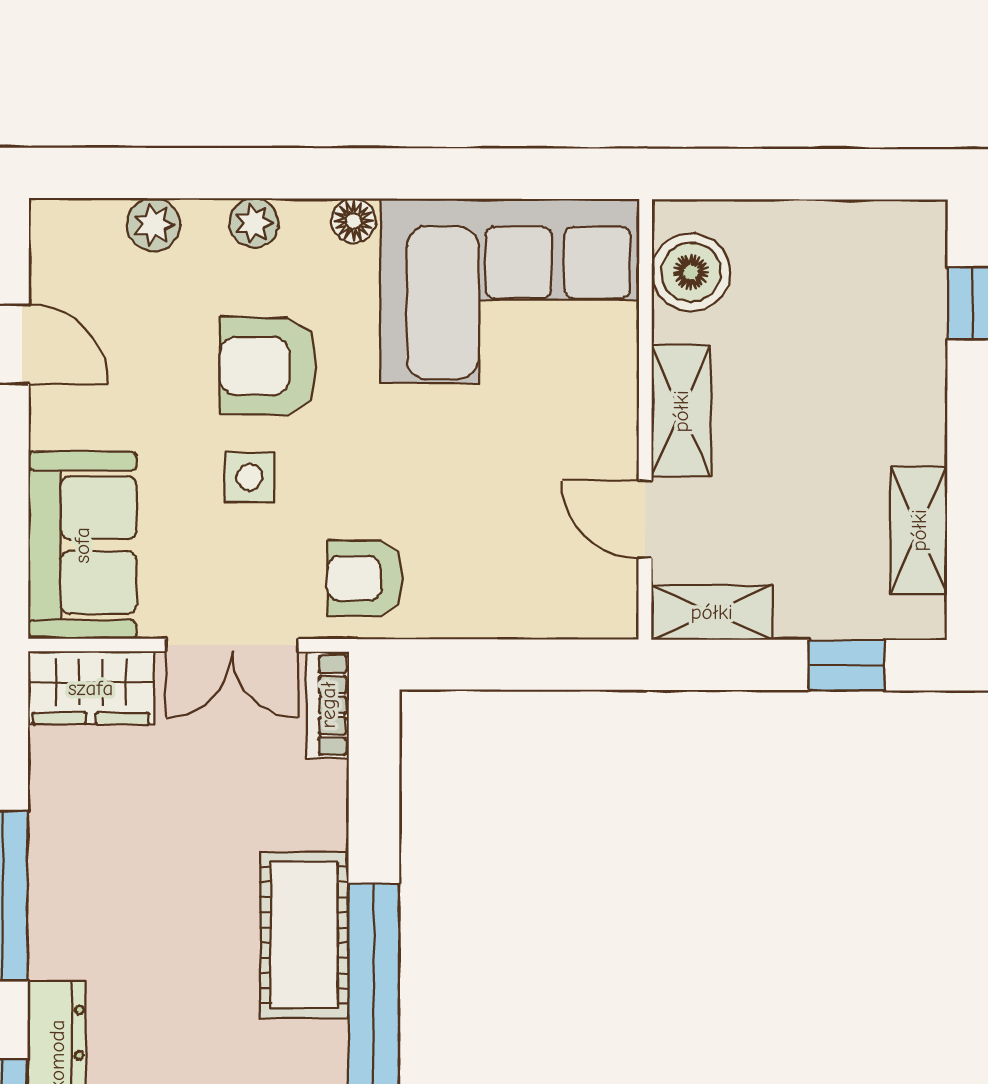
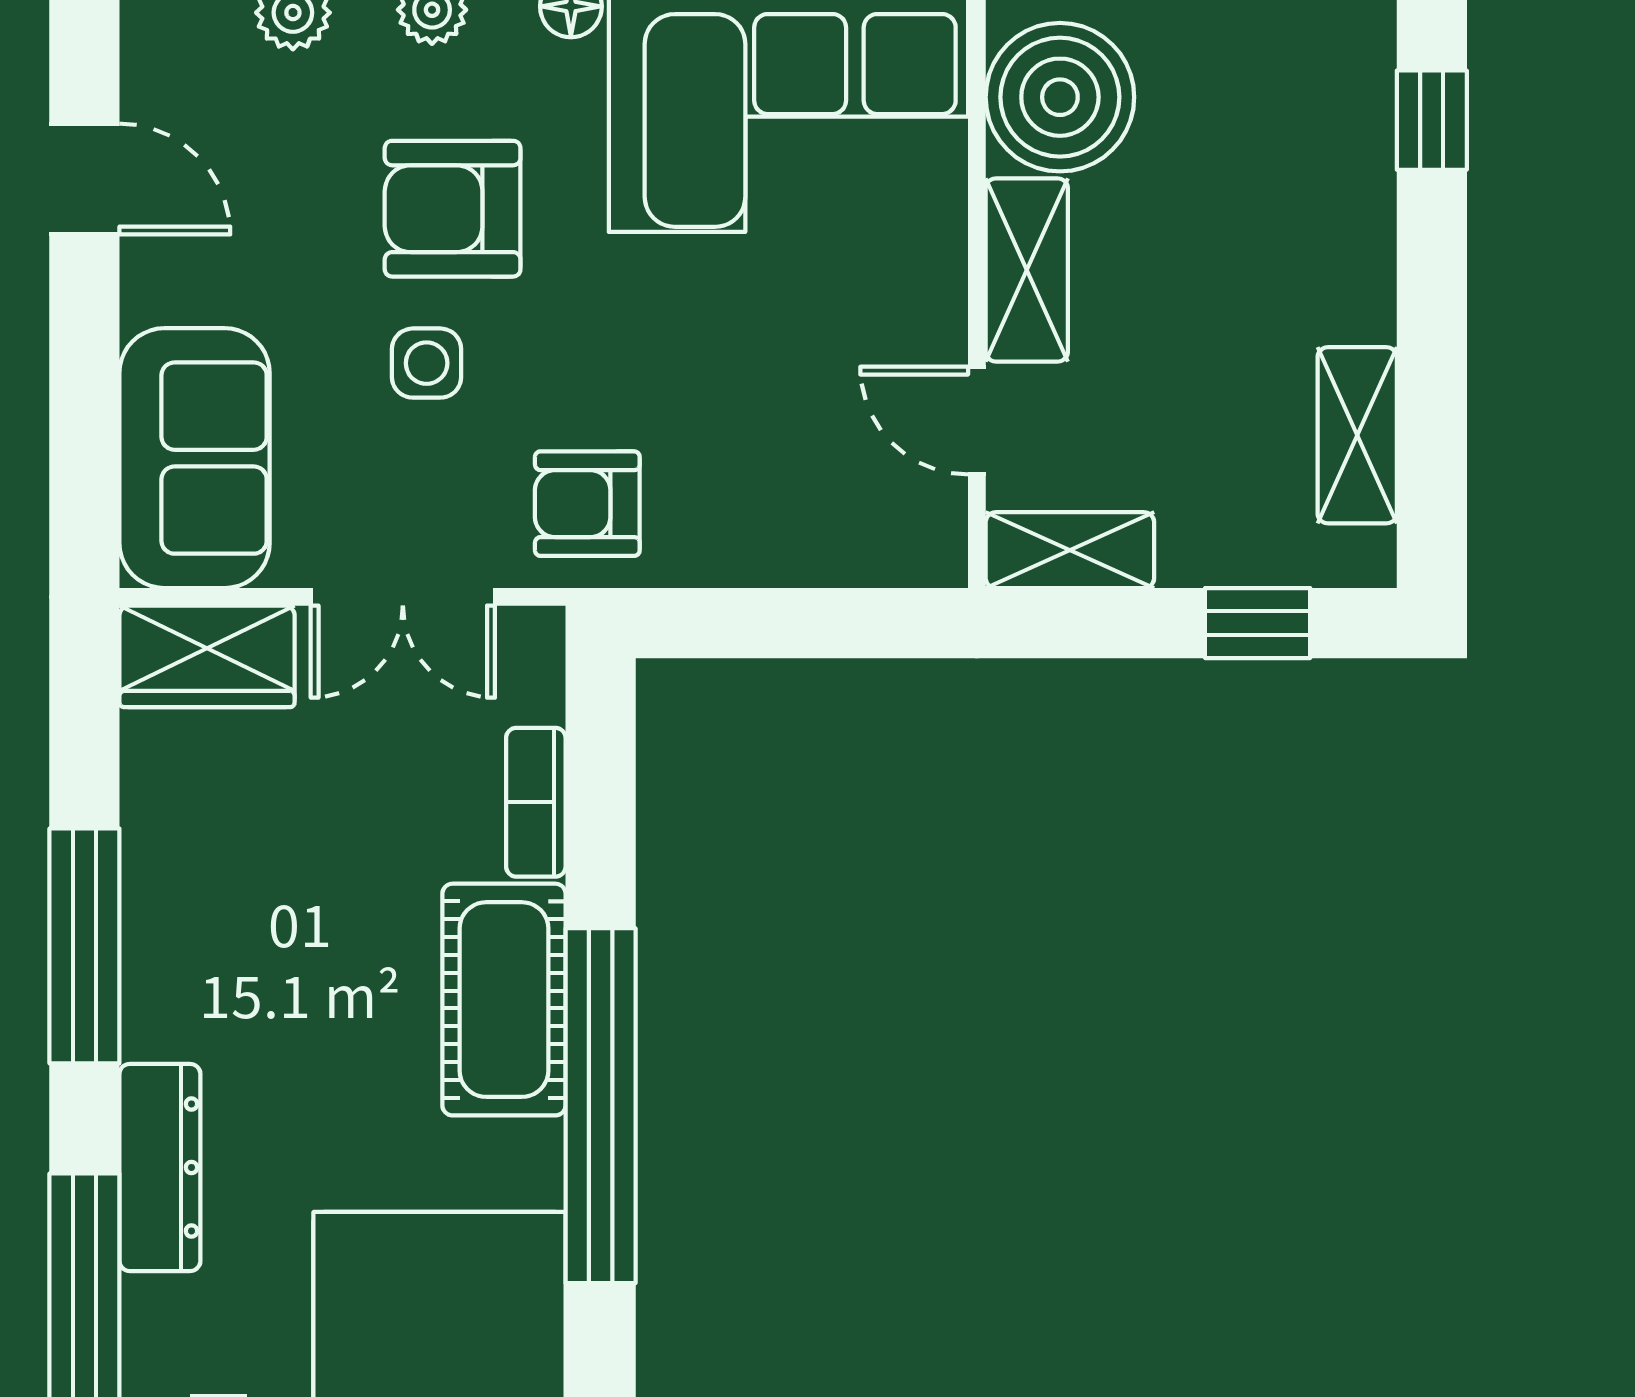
boiler: (691, 272) -> (1060, 97), width x1.37, depth x1.37
bookcase: (328, 705) -> (536, 802), moved

